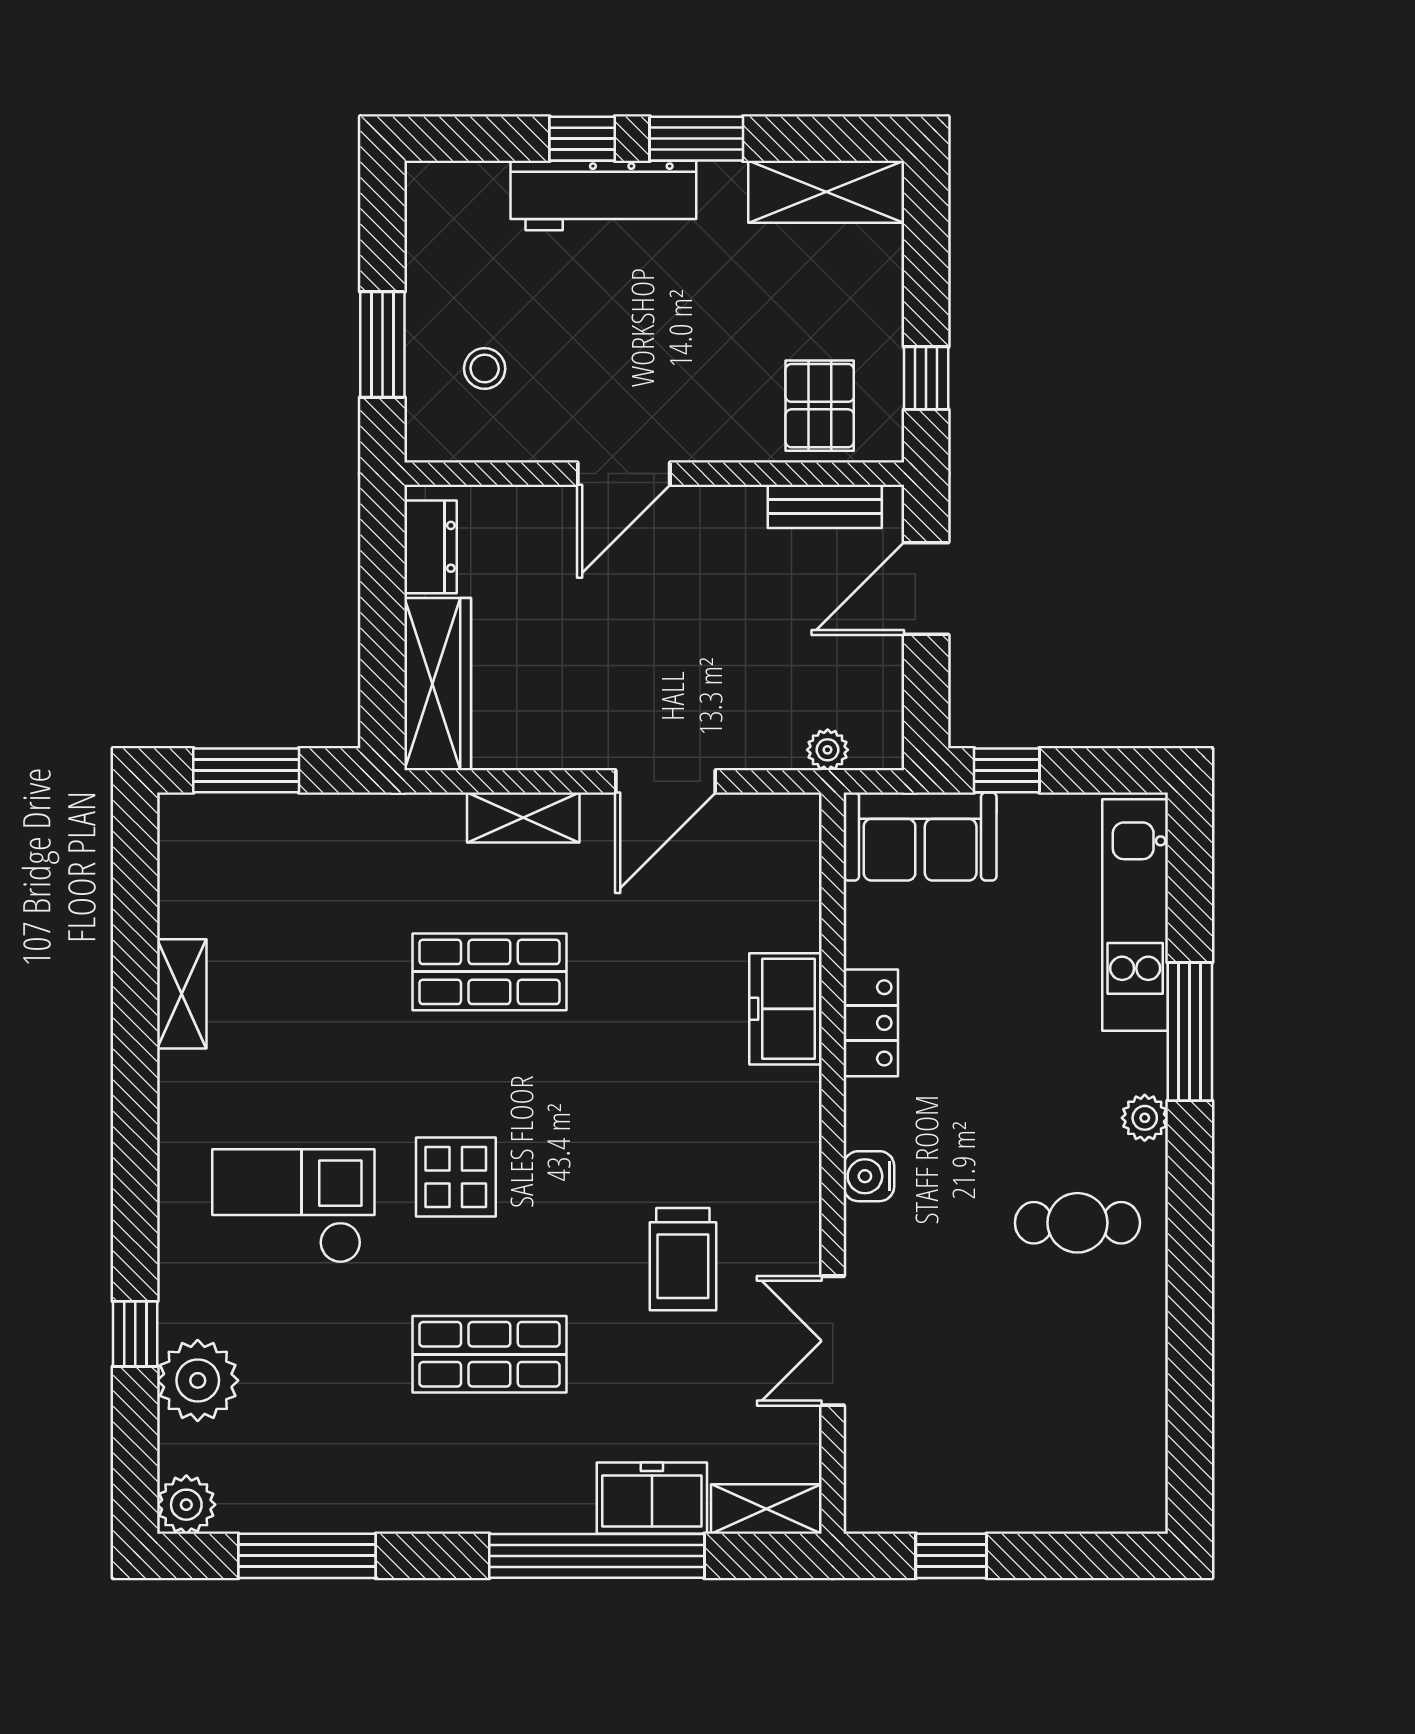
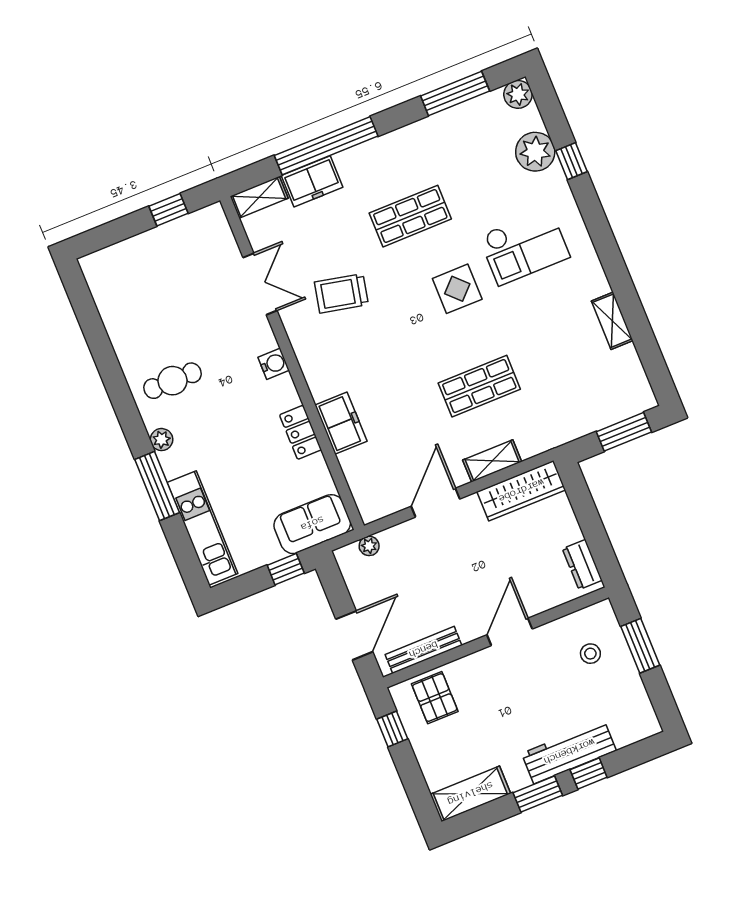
bench: (825, 506) -> (423, 650), width x1.36
wardrobe: (438, 684) -> (521, 491), moved, turned -90
trolley: (683, 1259) -> (341, 293), turned -78

